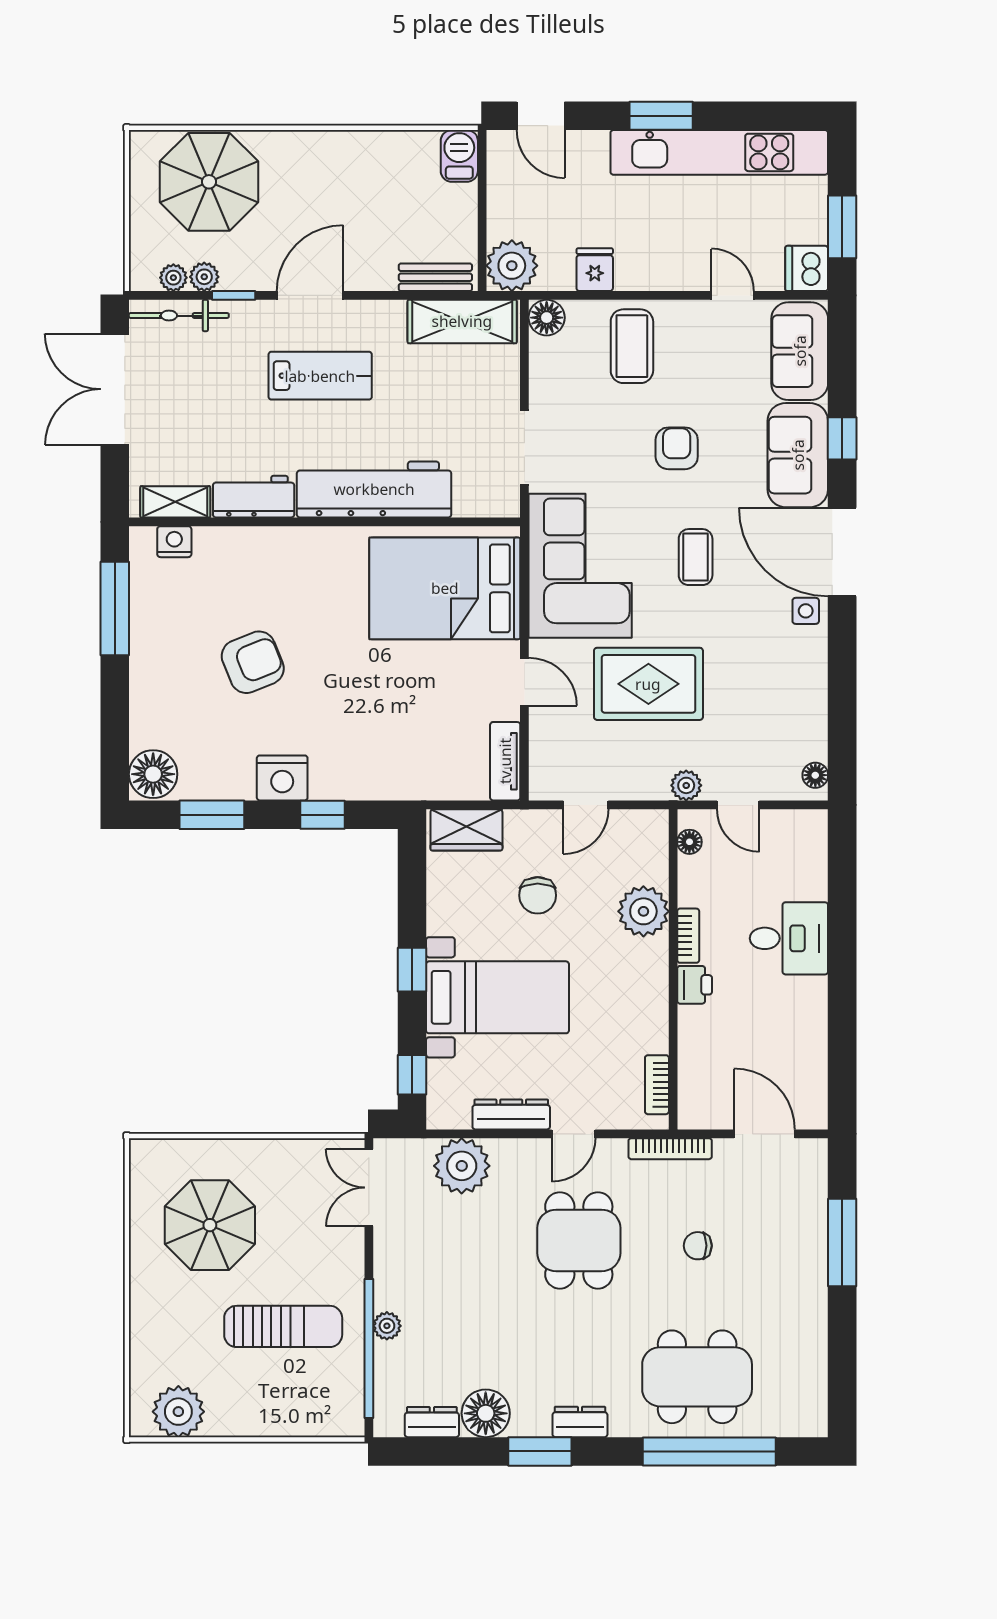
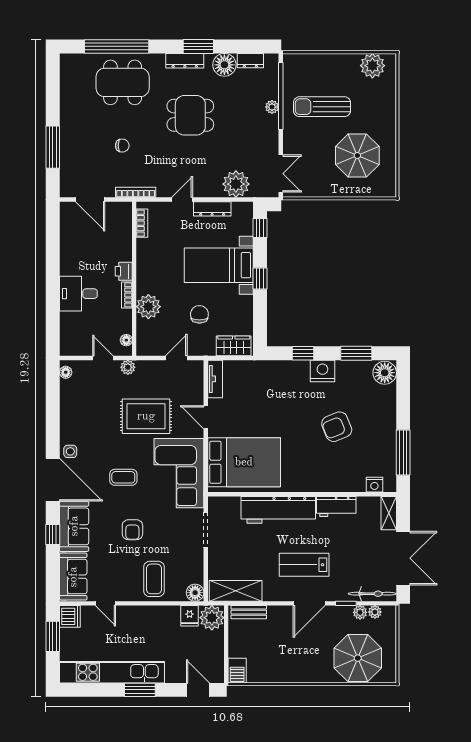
fridge: (595, 270) -> (189, 616), moved
shelving: (175, 502) -> (389, 513), moved, turned 90
coffee table: (696, 557) -> (123, 477), turned 90
dining table: (579, 1240) -> (190, 115), moved, turned 90
dresser: (580, 1422) -> (185, 61), width x1.44

